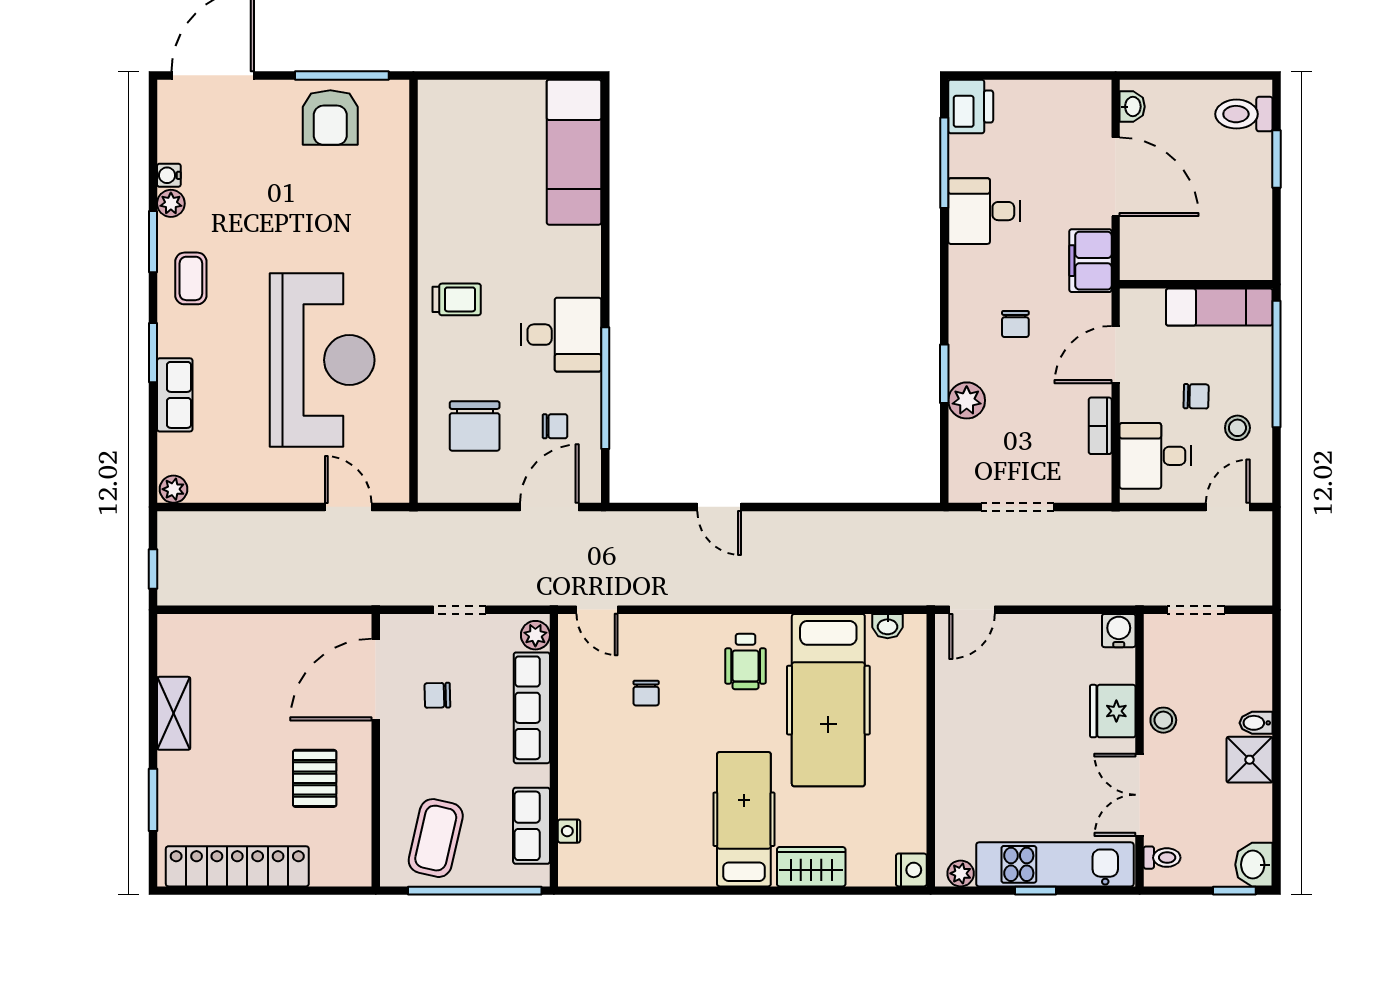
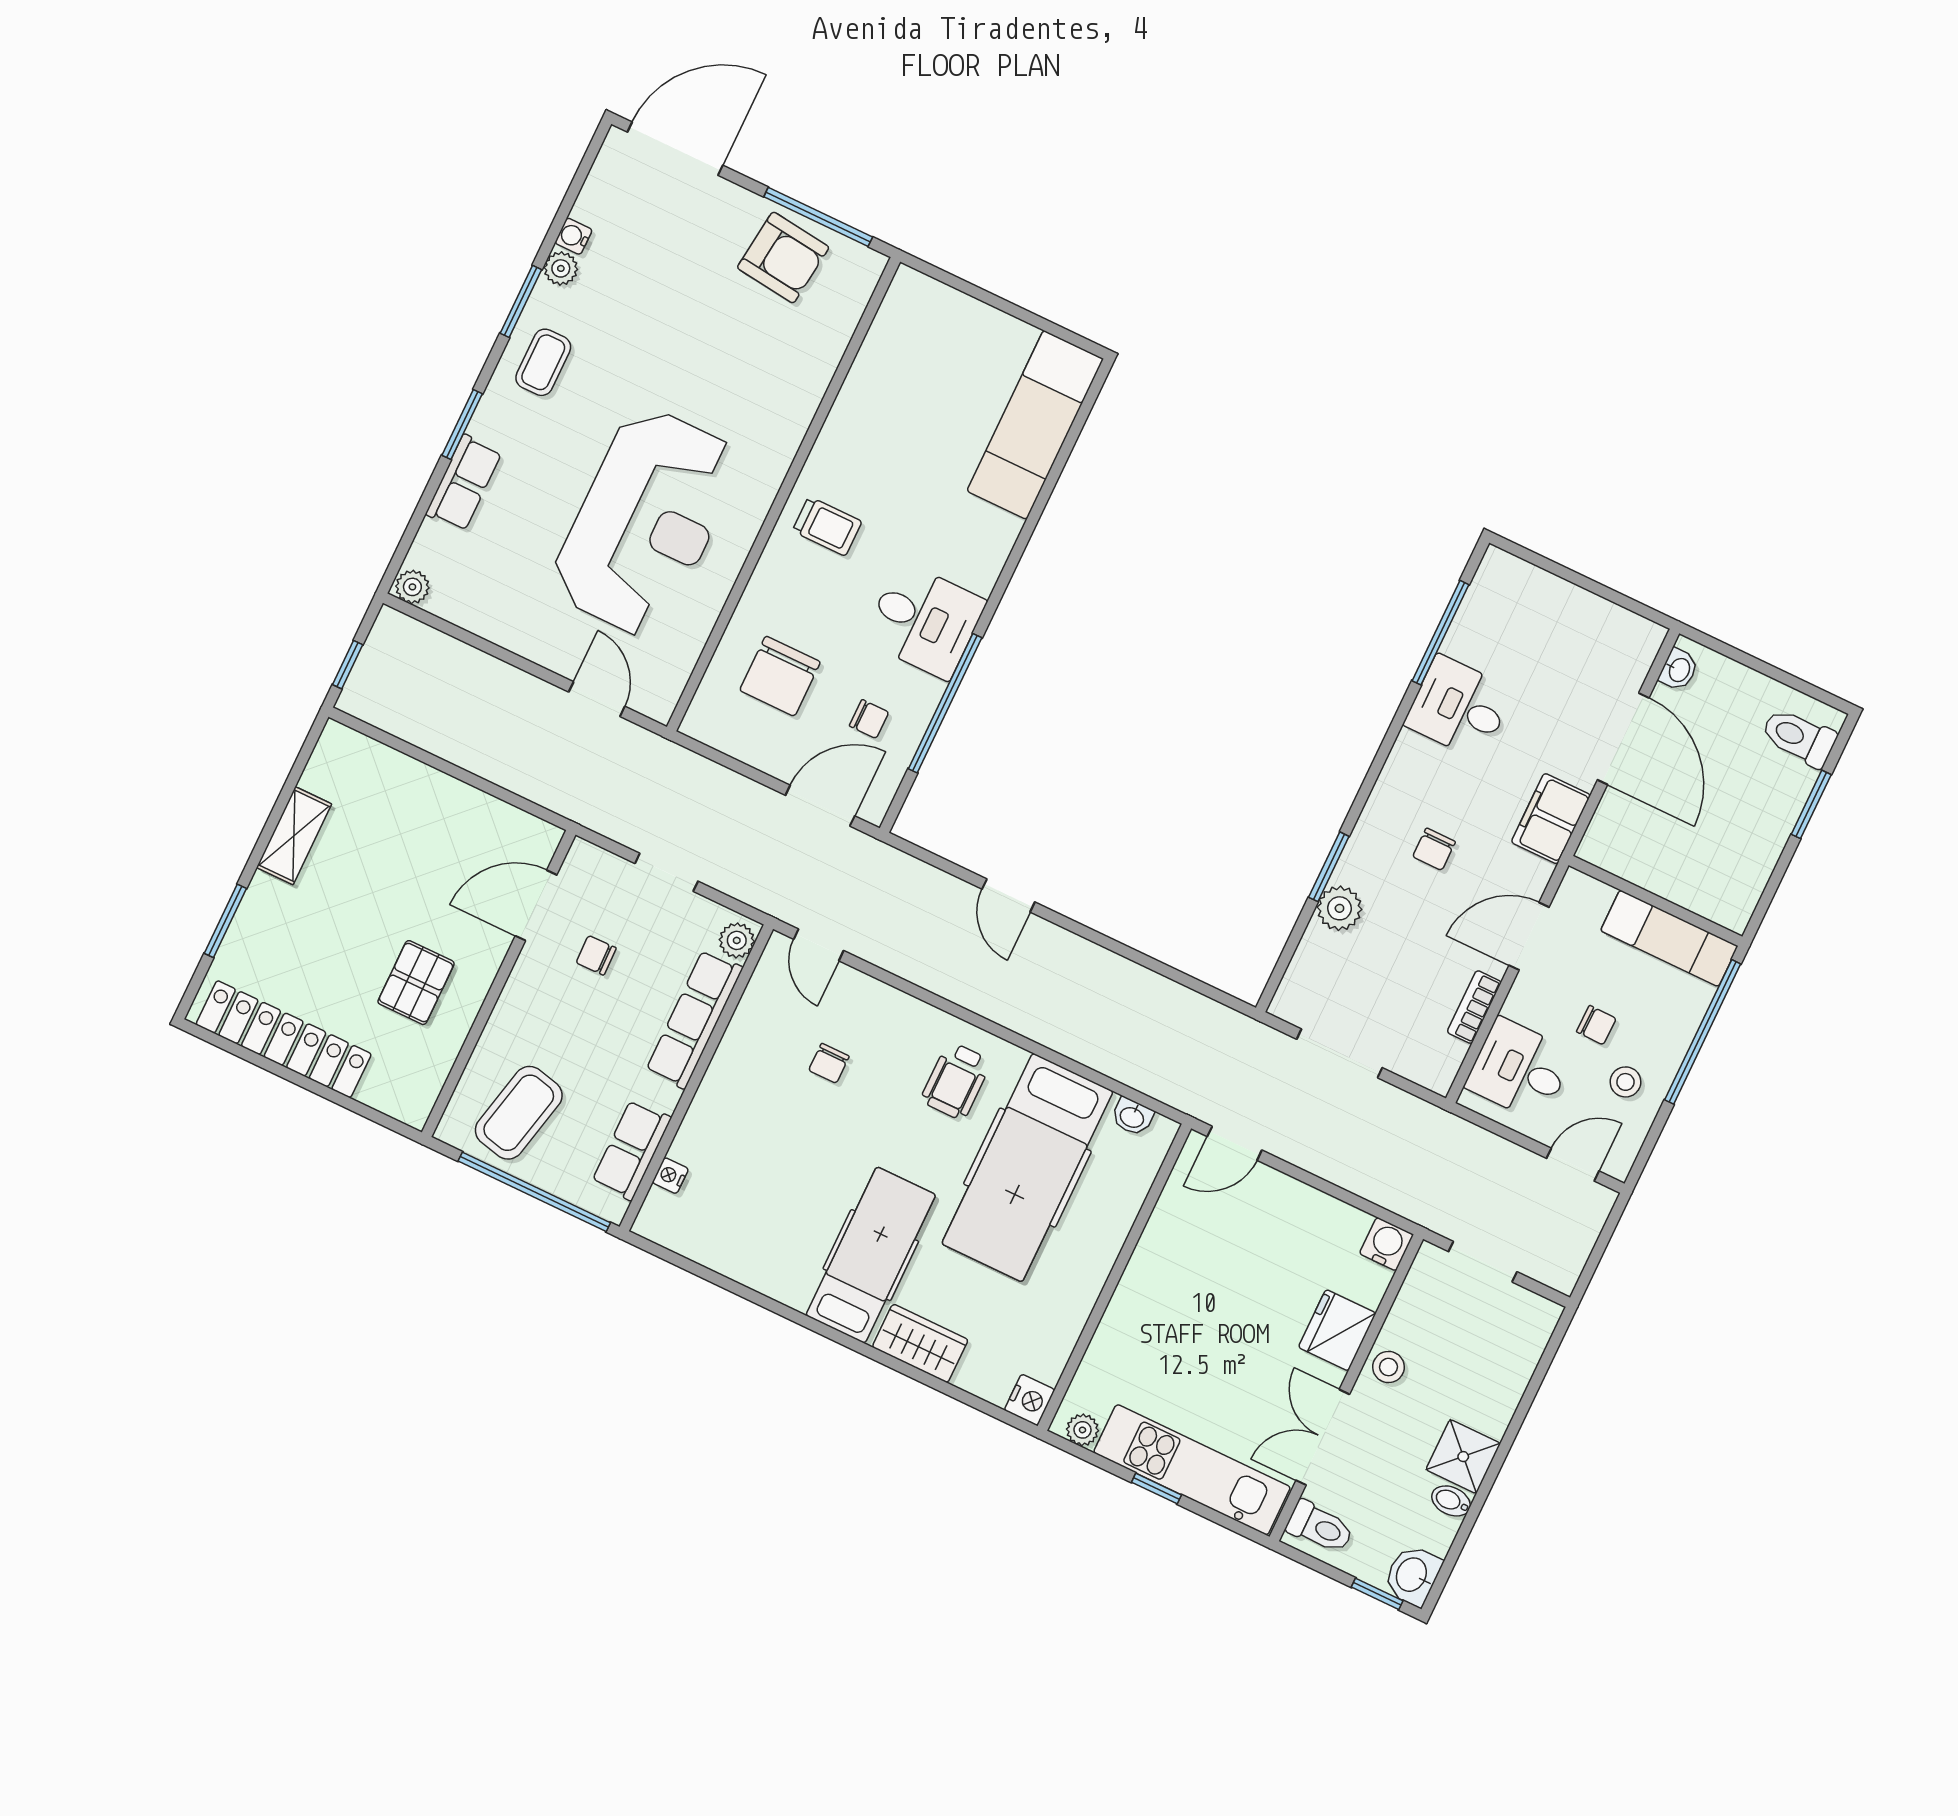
printer: (971, 106) -> (1500, 584), removed
armchair: (330, 118) -> (783, 257), turned -83
door: (376, 680) -> (536, 905), width x0.73
bidet: (1256, 723) -> (1451, 1501), moved
toilet: (1162, 858) -> (1320, 1527), width x1.37, depth x1.39

